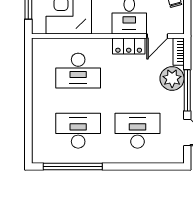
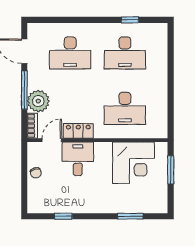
desk: (78, 71) -> (125, 108), turned 180
window: (73, 166) -> (130, 20), width x0.32

